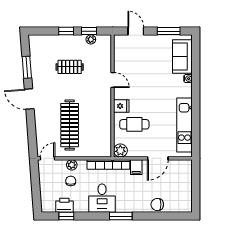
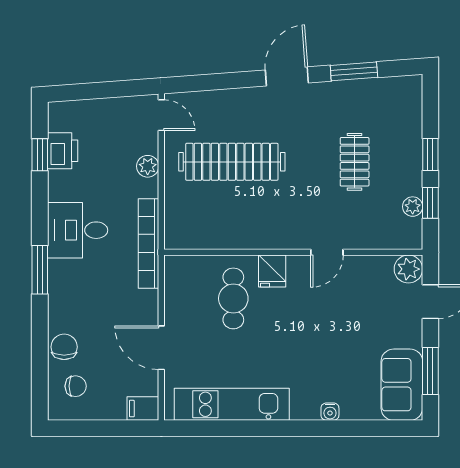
sofa: (182, 56) -> (402, 385), moved, turned -90
plant: (120, 151) -> (408, 269), moved
filing cabinet: (136, 167) -> (143, 409), moved
chair: (71, 181) -> (76, 386), moved

